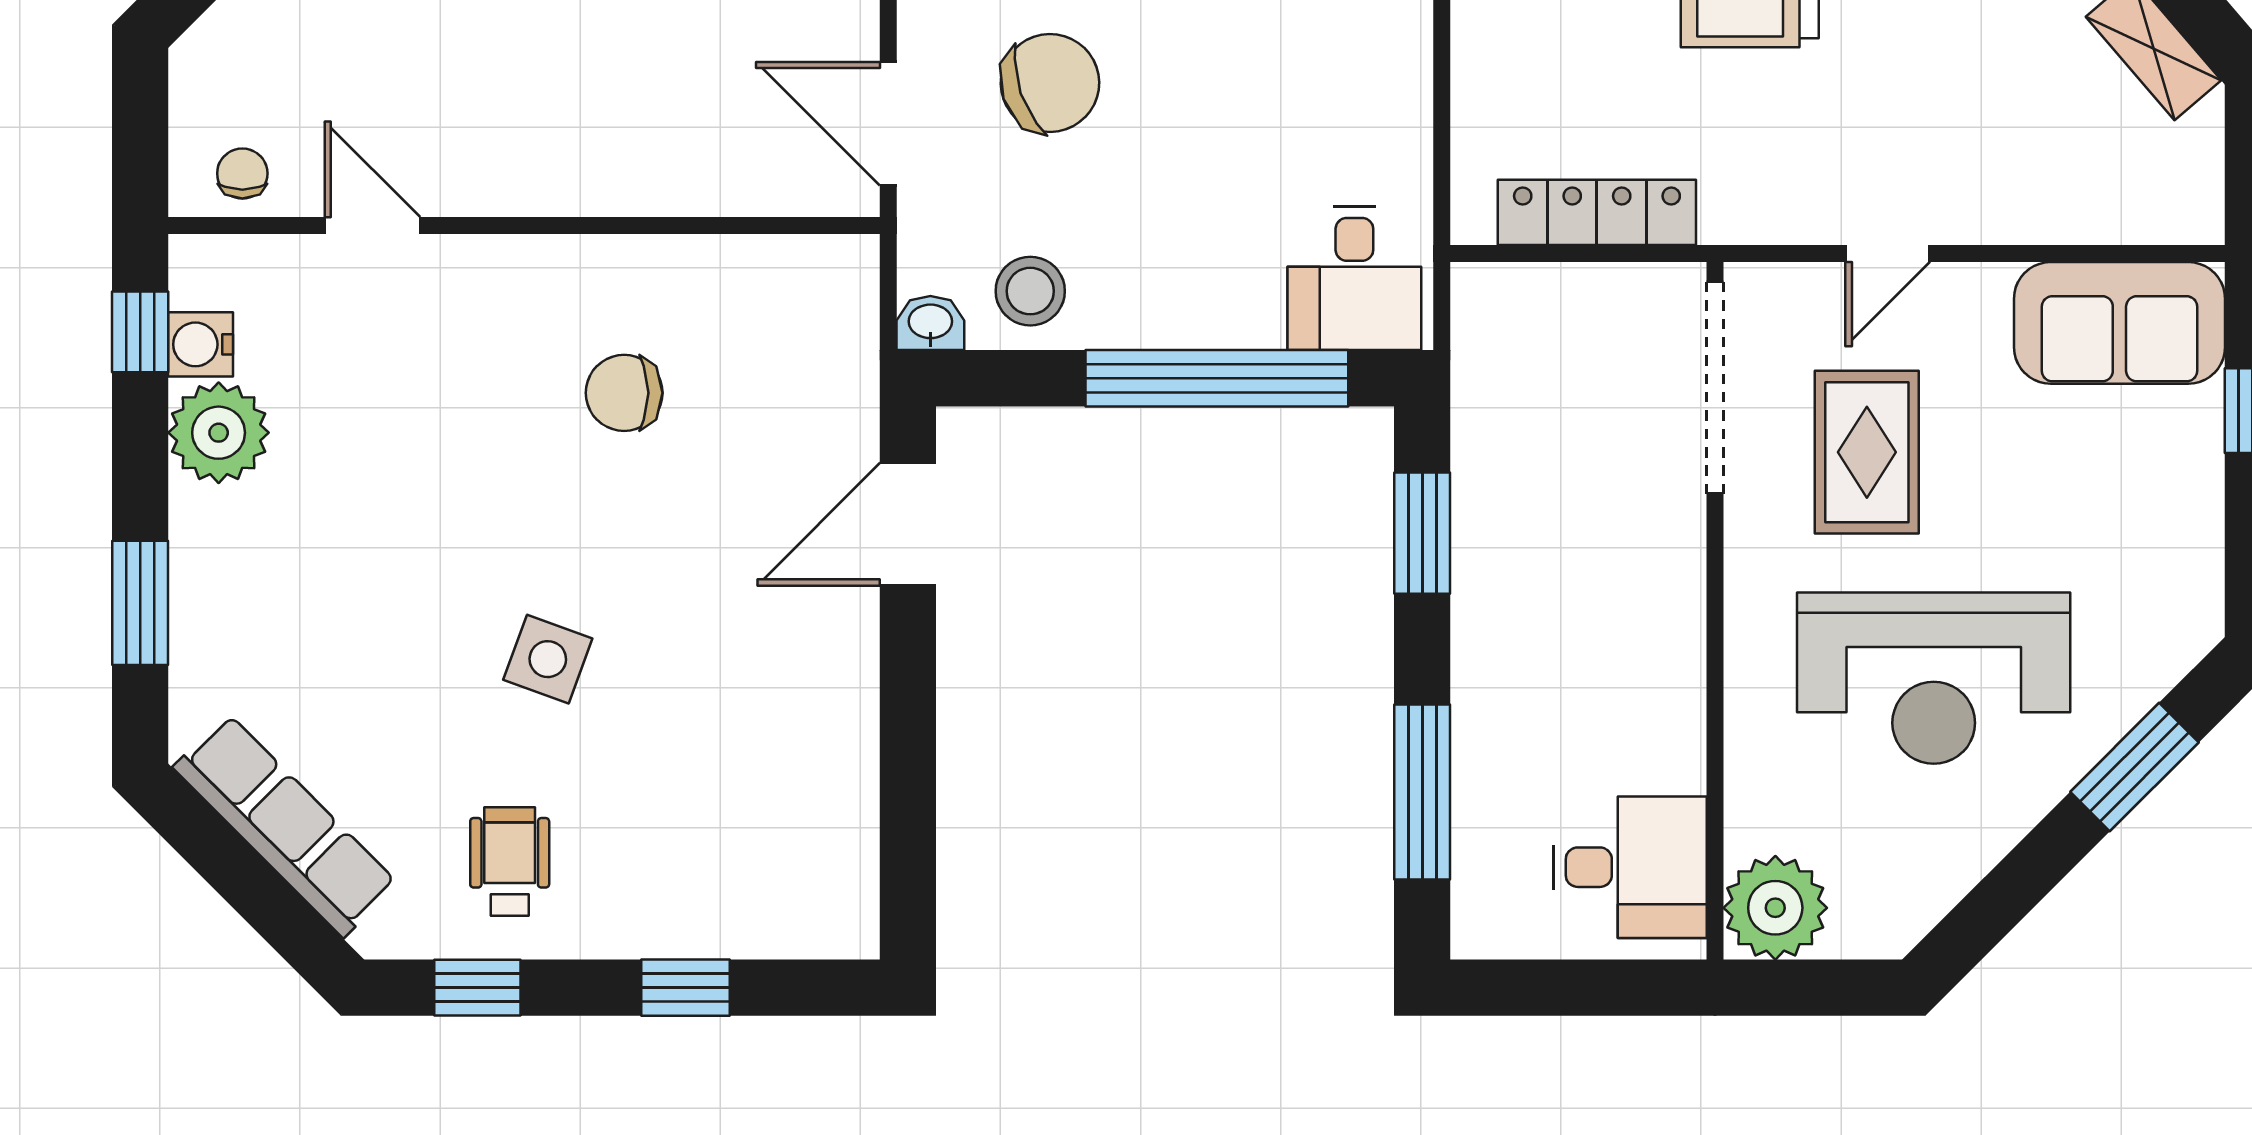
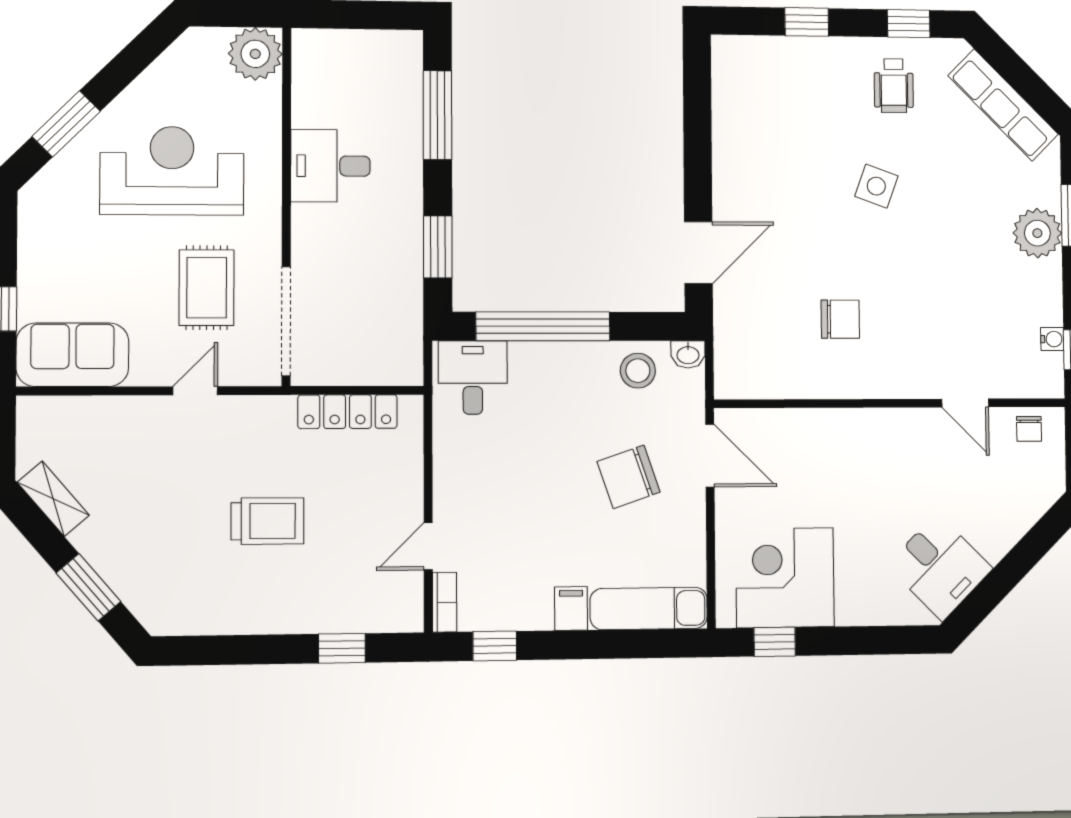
water cooler: (201, 344) -> (1052, 339), width x0.72, depth x0.72
plant: (219, 433) -> (1037, 233), moved
desk: (1630, 867) -> (330, 166), moved

